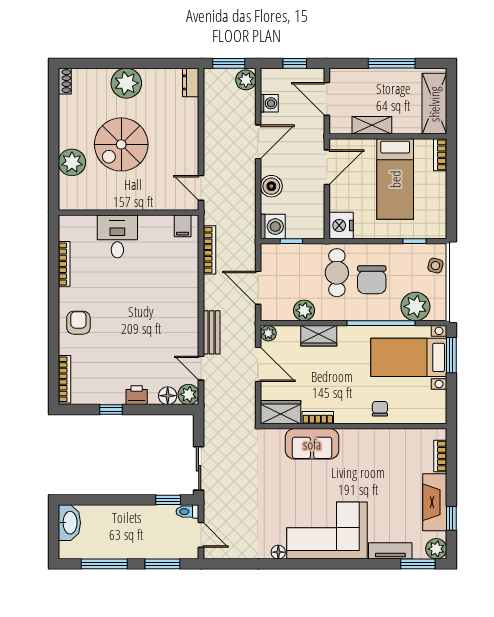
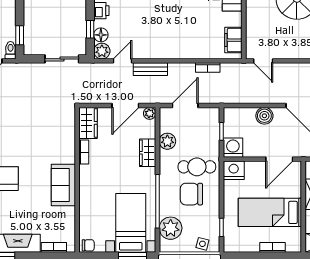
bookcase: (440, 155) -> (272, 247), moved
door: (327, 167) -> (279, 159), hinge flipped
door: (201, 188) -> (263, 61), swing flipped
filing cabinet: (183, 226) -> (233, 40), width x2.00
washing machine: (273, 227) -> (233, 148), moved, turned 180
bookcase: (210, 250) -> (208, 67), width x0.64
chair: (380, 409) -> (88, 245), moved
window: (160, 410) -> (90, 29), added
sofa: (312, 444) -> (63, 185), moved
sliding door: (199, 468) -> (62, 59), moved

